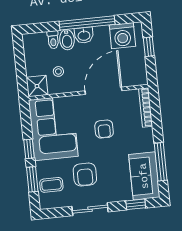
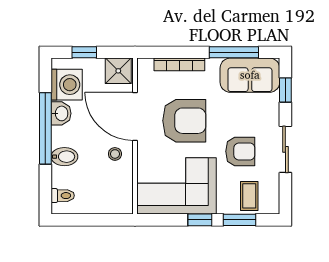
washbasin: (84, 35) -> (61, 113), moved
toilet: (53, 40) -> (63, 196), moved
stool: (58, 71) -> (115, 154), moved
shower: (37, 86) -> (118, 71), moved
bookcase: (146, 107) -> (179, 64), moved
armchair: (104, 129) -> (184, 121), width x1.88, depth x1.88

